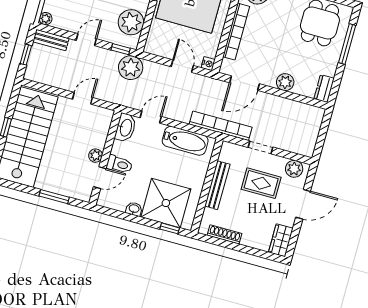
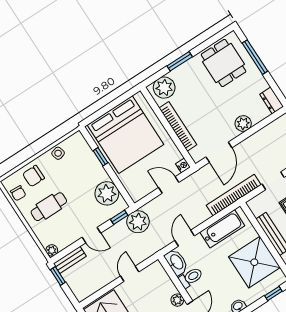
door: (86, 40) -> (91, 235), swing flipped
window: (26, 55) -> (58, 276), moved
toilet: (119, 164) -> (191, 277), moved
shower: (166, 203) -> (254, 262), moved

